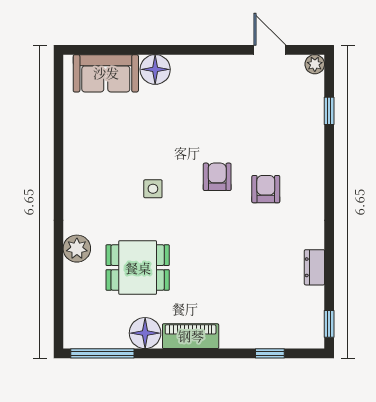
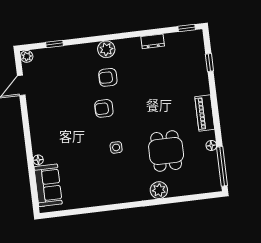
floor lamp: (155, 69) -> (38, 160), width x0.53, depth x0.53
plant: (311, 192) -> (106, 49), added
floor lamp: (145, 333) -> (211, 145), width x0.53, depth x0.53

